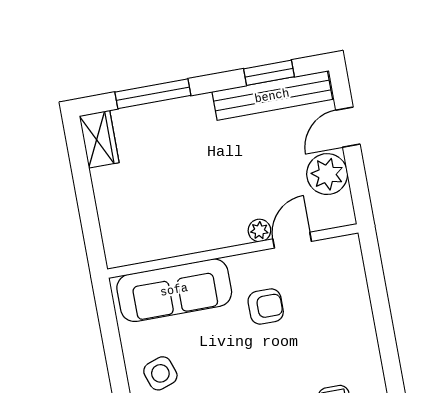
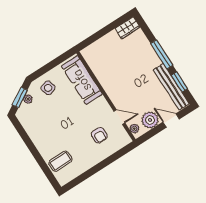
window: (153, 94) -> (162, 54), moved
plant: (259, 230) -> (134, 129), moved
armchair: (266, 306) -> (99, 135), moved

